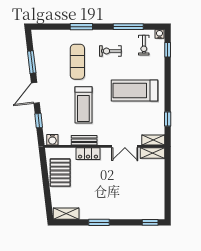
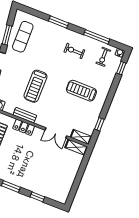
exercise mat: (77, 62) -> (23, 37), moved
treadmill: (134, 91) -> (81, 91), width x0.73, depth x0.73
window: (150, 222) -> (37, 197), moved

